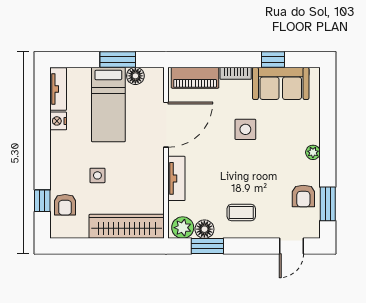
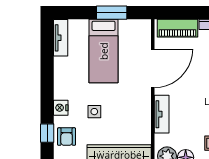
floor lamp: (135, 76) -> (127, 27), removed
nightstand: (58, 121) -> (61, 108), moved

